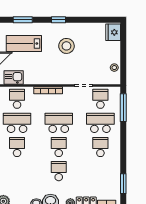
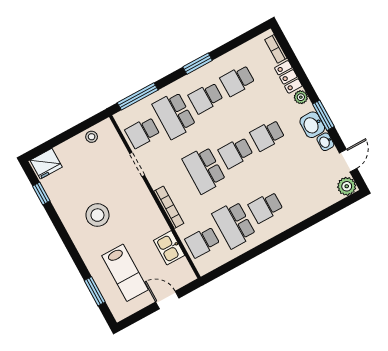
window: (58, 20) -> (41, 193), moved
kitchen sink: (14, 77) -> (169, 248), moved
school desk: (100, 171) -> (237, 81), added
window: (123, 184) -> (198, 64), moved

